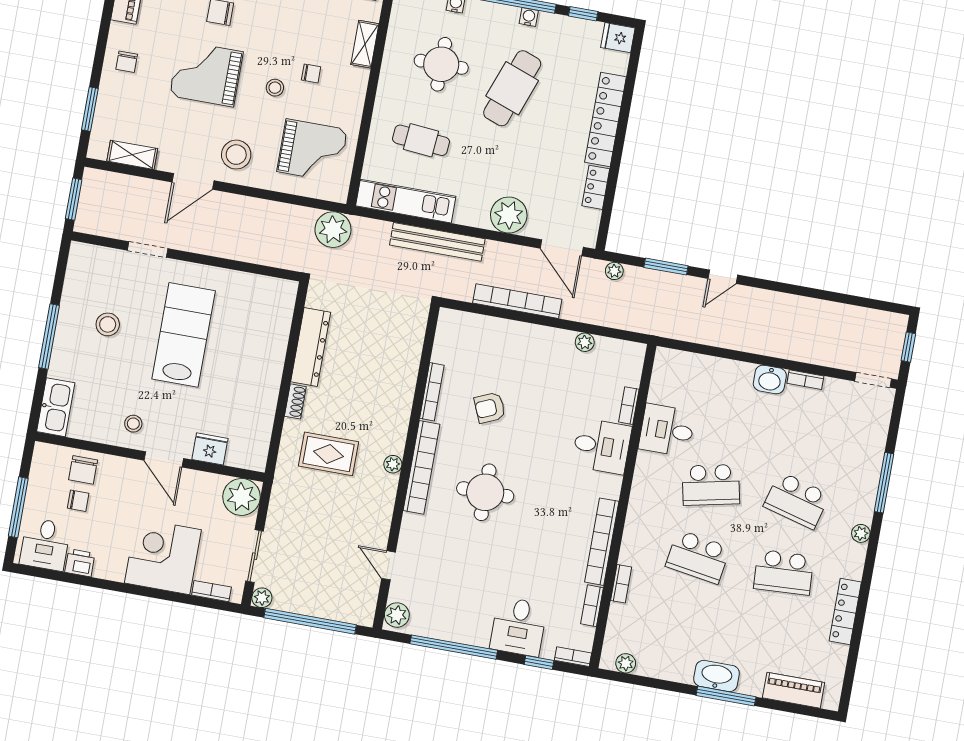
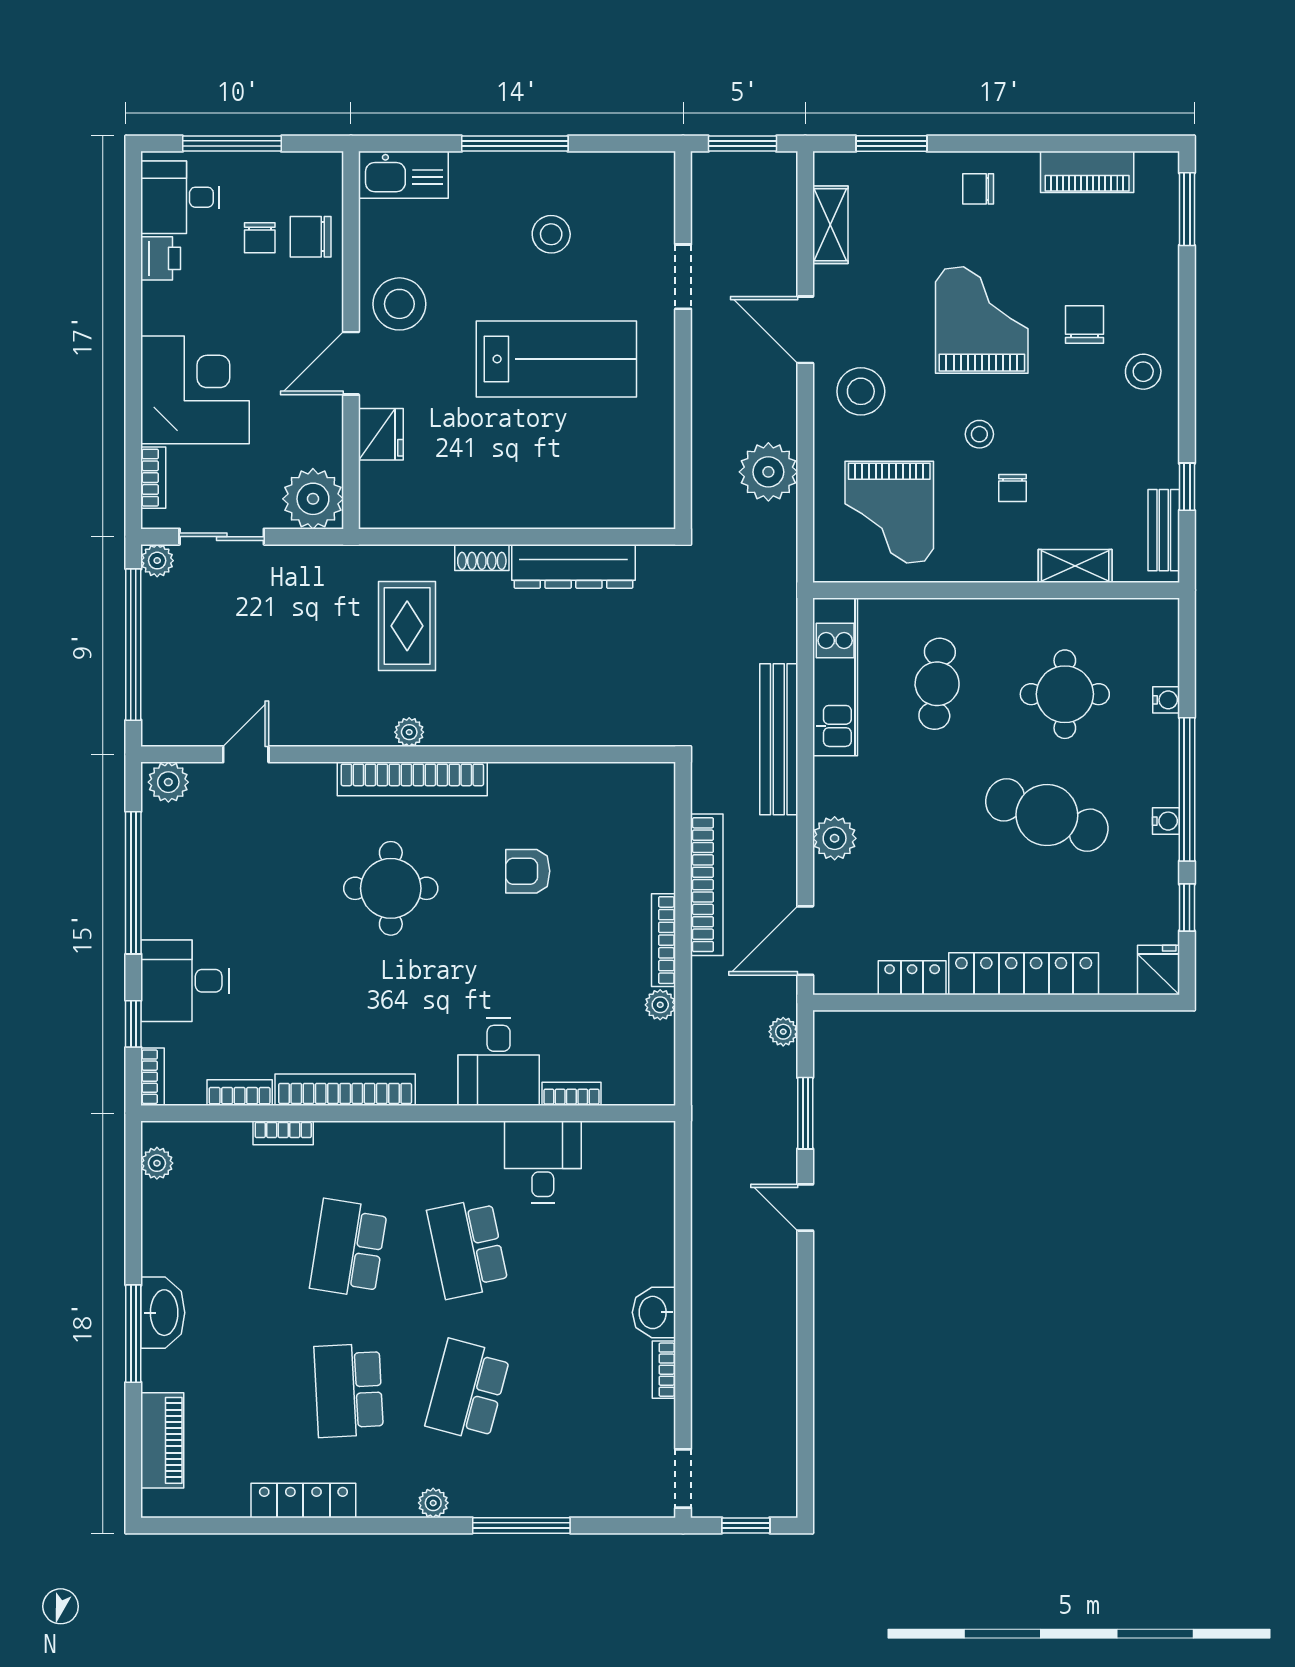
plant: (509, 215) -> (835, 838), width x0.73, depth x0.73
plant: (333, 230) -> (768, 472), moved
bookcase: (432, 392) -> (664, 940), moved, turned 90
armchair: (490, 408) -> (528, 871), turned -67
stool: (133, 424) -> (399, 304), width x1.89, depth x1.89

